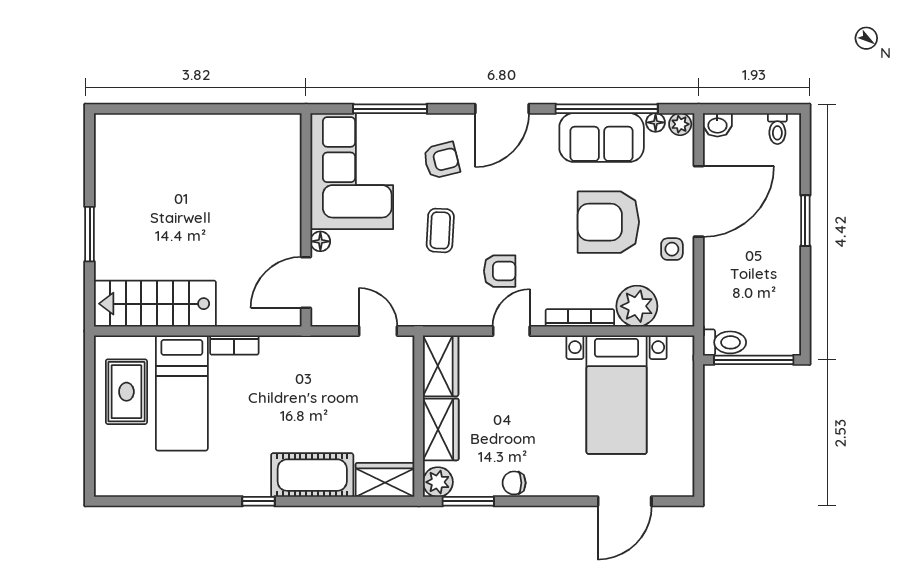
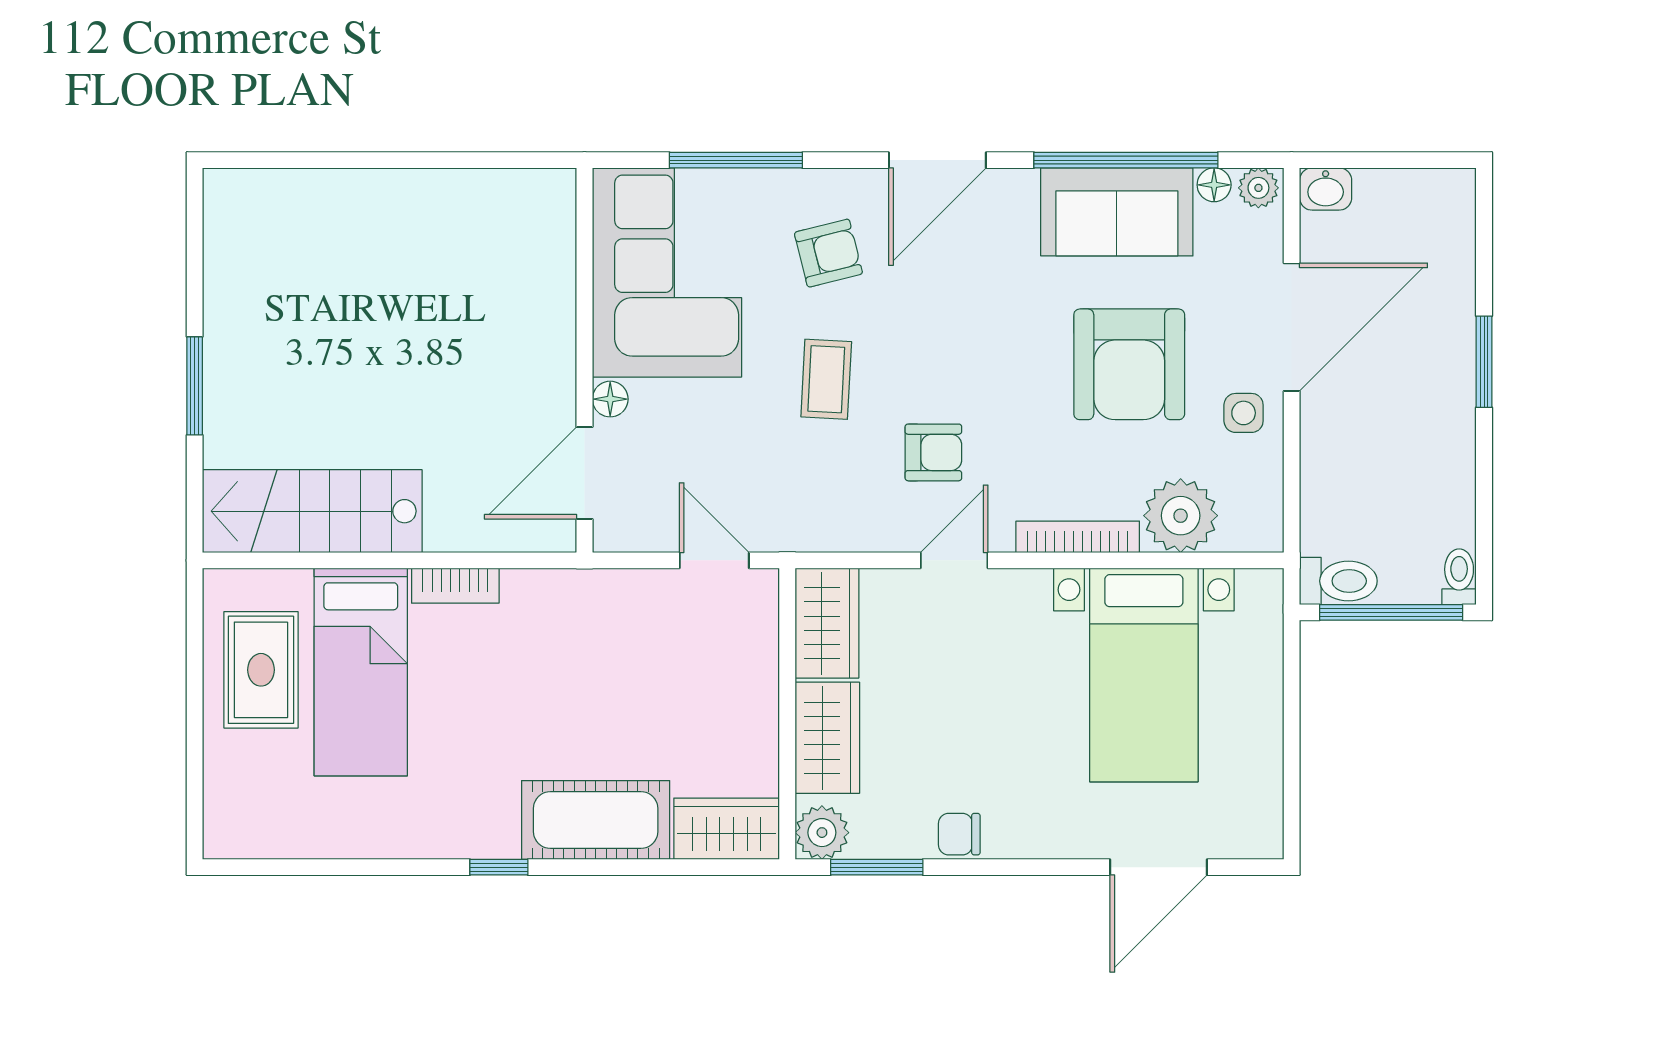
toilet: (777, 129) -> (1459, 577), moved, turned 180
armchair: (608, 222) -> (1129, 364), turned -90

